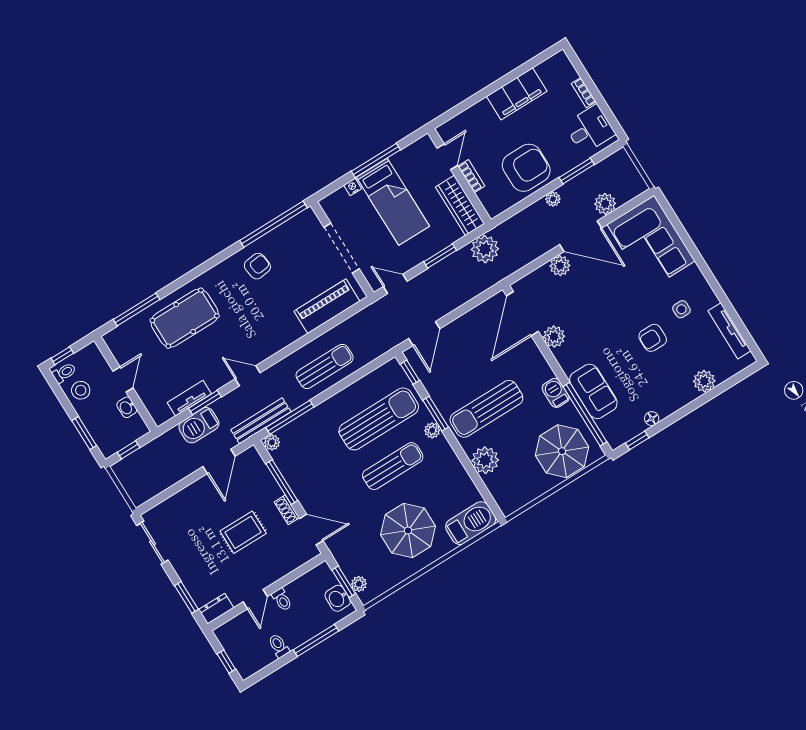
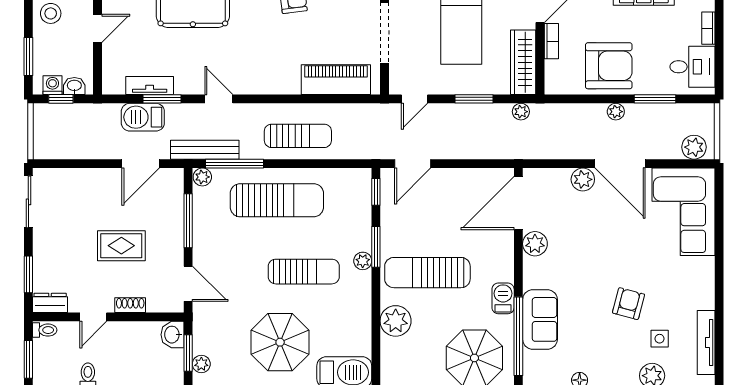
plant: (605, 204) -> (694, 147), moved
plant: (485, 249) -> (521, 112), width x0.53, depth x0.53
door: (395, 284) -> (415, 99), swing flipped
side table: (681, 309) -> (660, 339), moved
armchair: (653, 338) -> (629, 304), turned 105
washbasin: (127, 407) -> (74, 86), moved, turned 90
sun lounger: (379, 419) -> (277, 200), moved
washing machine: (116, 443) -> (52, 85), added
shoe rack: (287, 510) -> (130, 305), moved, turned 90
washbasin: (338, 598) -> (173, 335), moved
toilet: (282, 600) -> (45, 330), moved, turned -90
window: (226, 662) -> (28, 359), width x1.50

